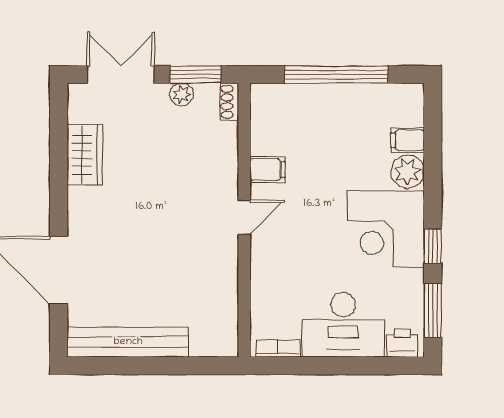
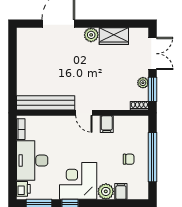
chair: (340, 124) -> (129, 159), added
plant: (82, 202) -> (91, 35), added
bench: (128, 342) -> (46, 103), moved, turned 90

